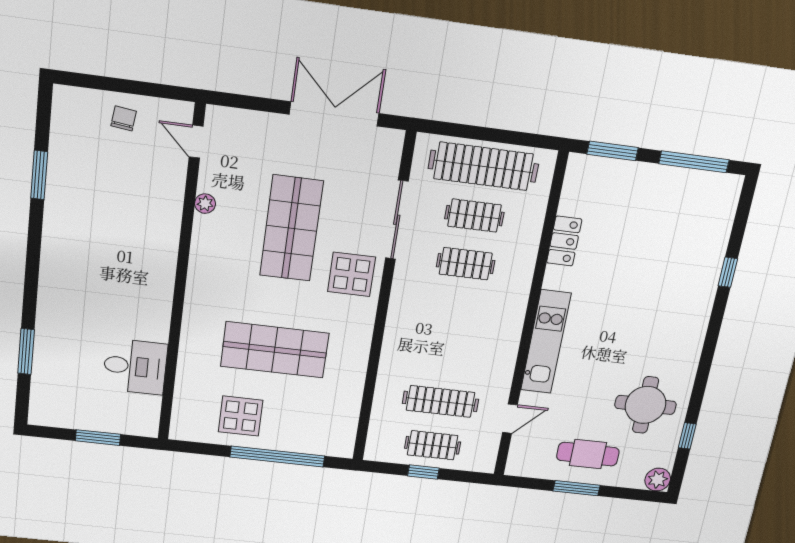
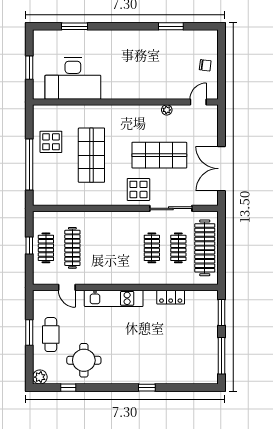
double door: (334, 114) -> (221, 169), swing flipped
window: (728, 272) -> (147, 388), moved
desk: (135, 367) -> (73, 79), width x1.87, depth x1.30

